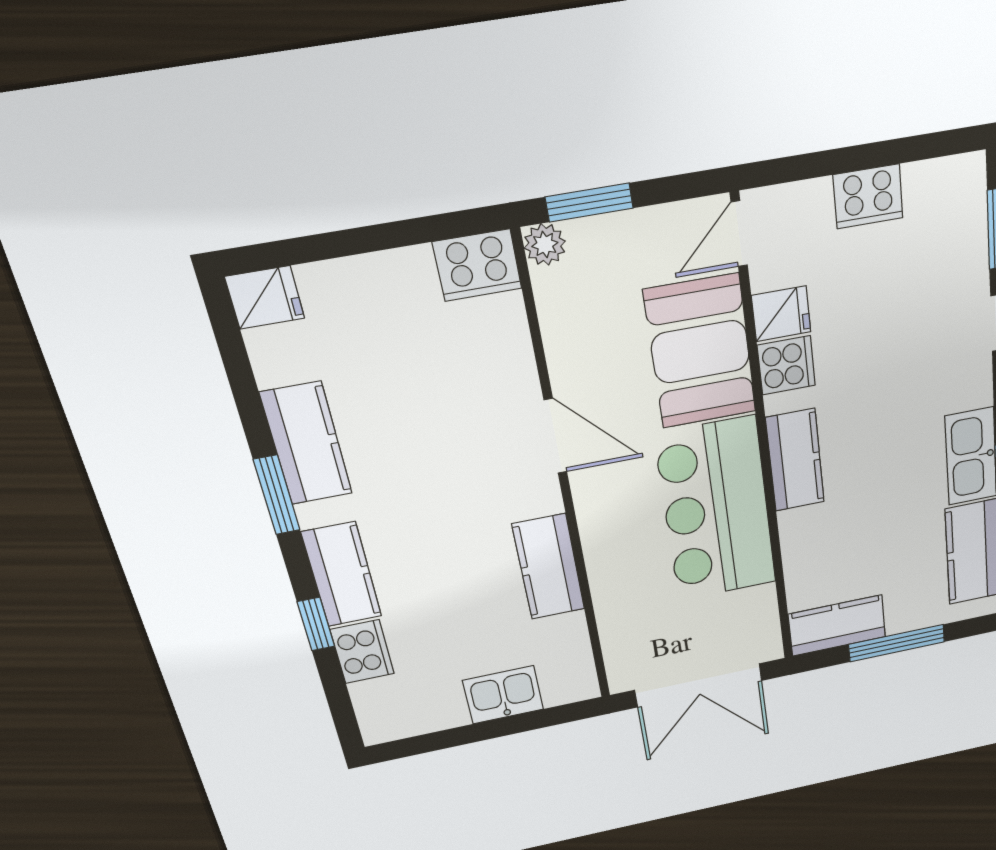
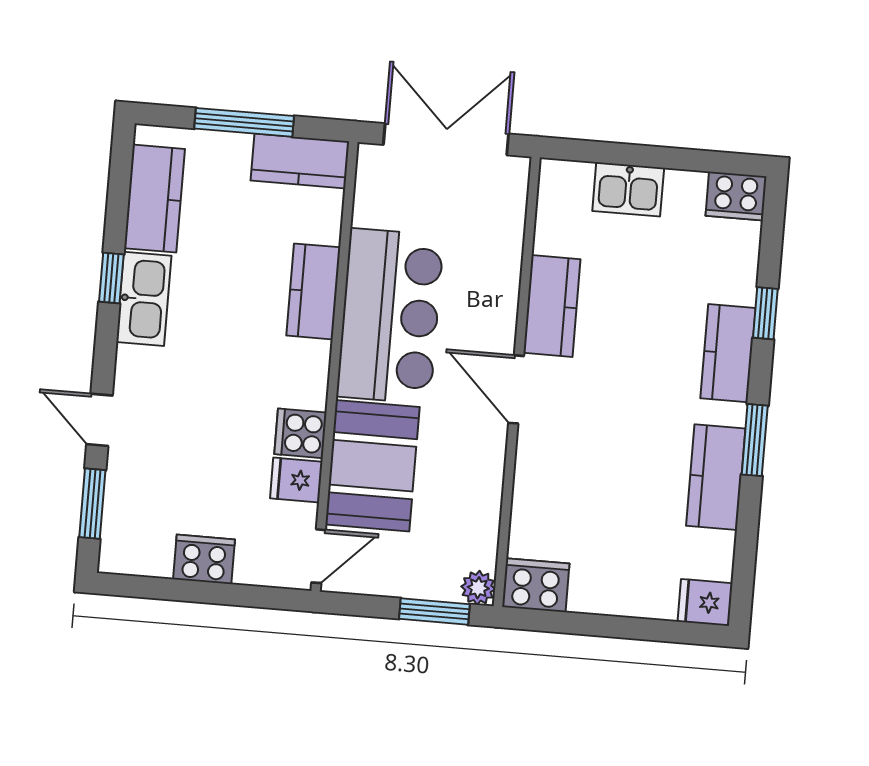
door: (555, 436) -> (516, 389), moved
kitchen counter: (795, 460) -> (313, 291), moved
cooker: (362, 652) -> (736, 196), moved, turned -90

